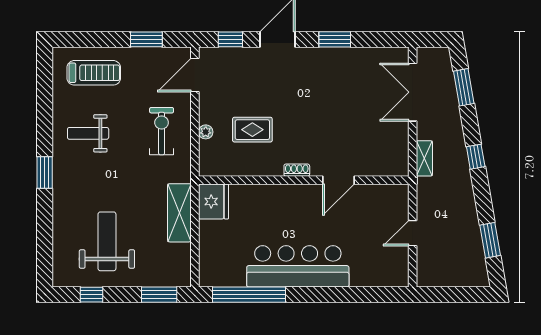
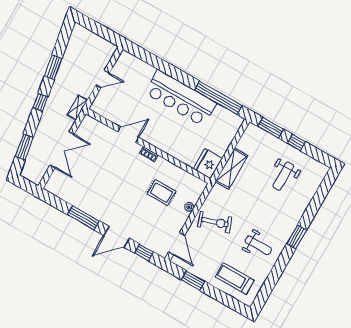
window: (335, 39) -> (83, 218), width x1.44
door: (195, 75) -> (177, 244), hinge flipped
double door: (413, 92) -> (62, 150), moved
exercise bike: (162, 131) -> (215, 222), turned -108
shelving: (424, 158) -> (77, 107), moved
window: (490, 240) -> (53, 67), moved
weight bench: (107, 241) -> (283, 176), width x0.73, depth x0.75
window: (92, 295) -> (296, 143), moved

